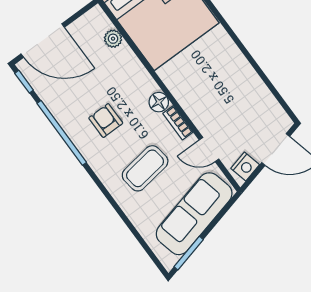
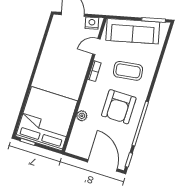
plant: (113, 39) -> (82, 116), moved
floor lamp: (159, 102) -> (91, 88), removed
armchair: (106, 121) -> (119, 107), width x1.88, depth x1.88
door: (209, 149) -> (96, 47), swing flipped

